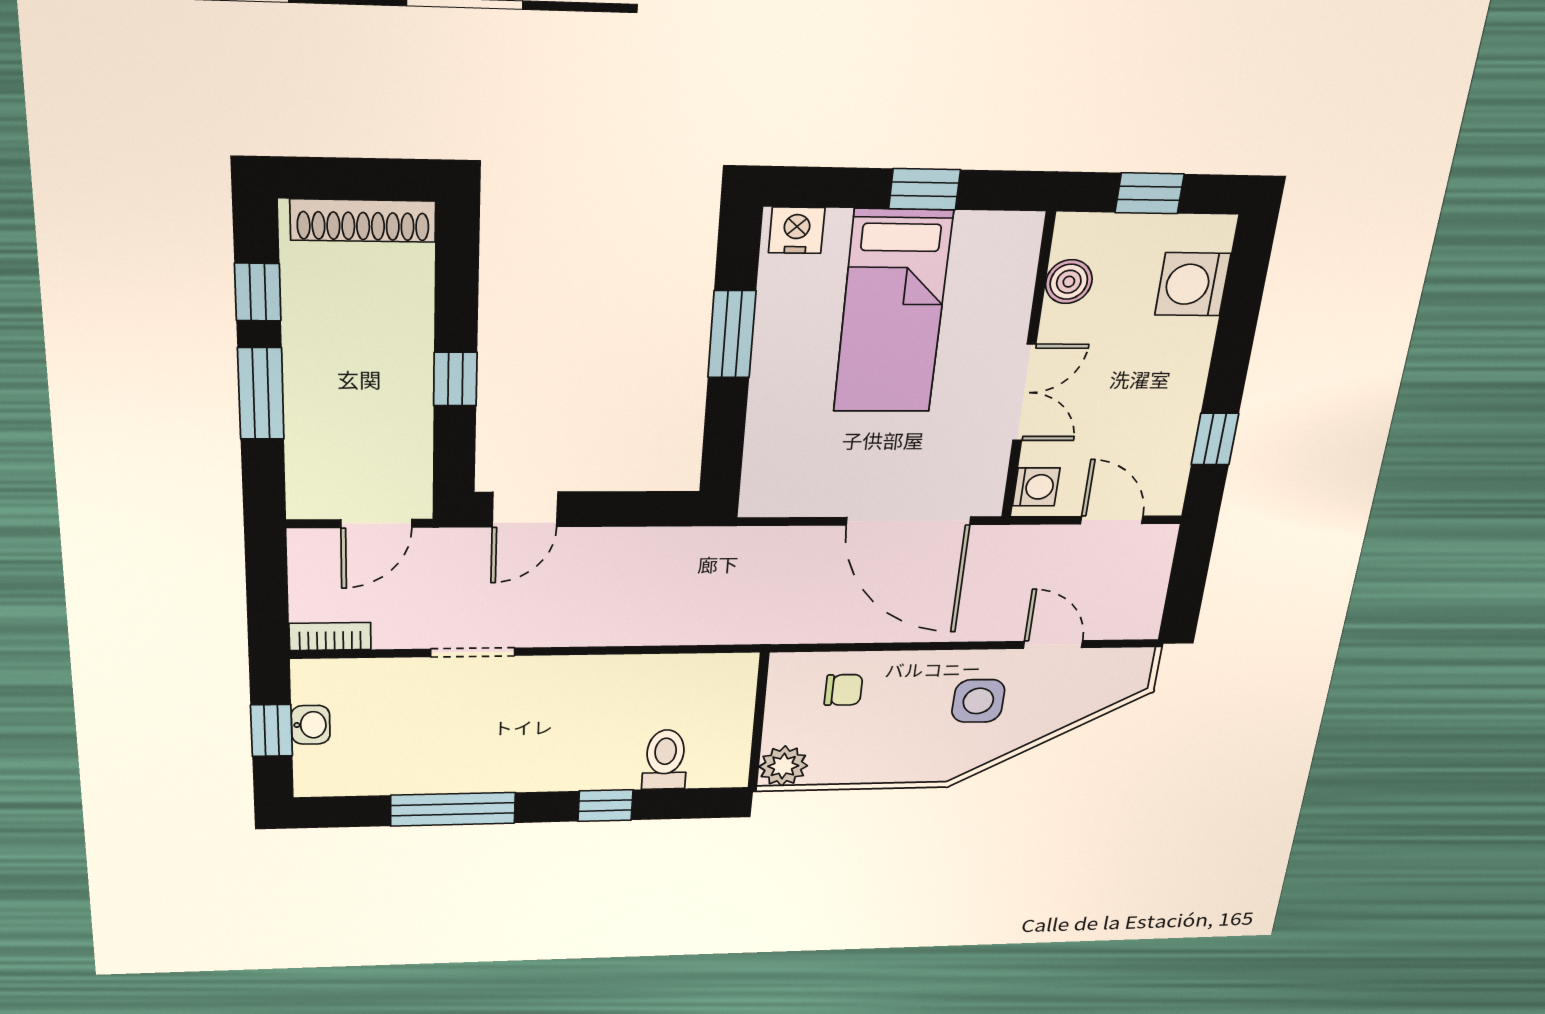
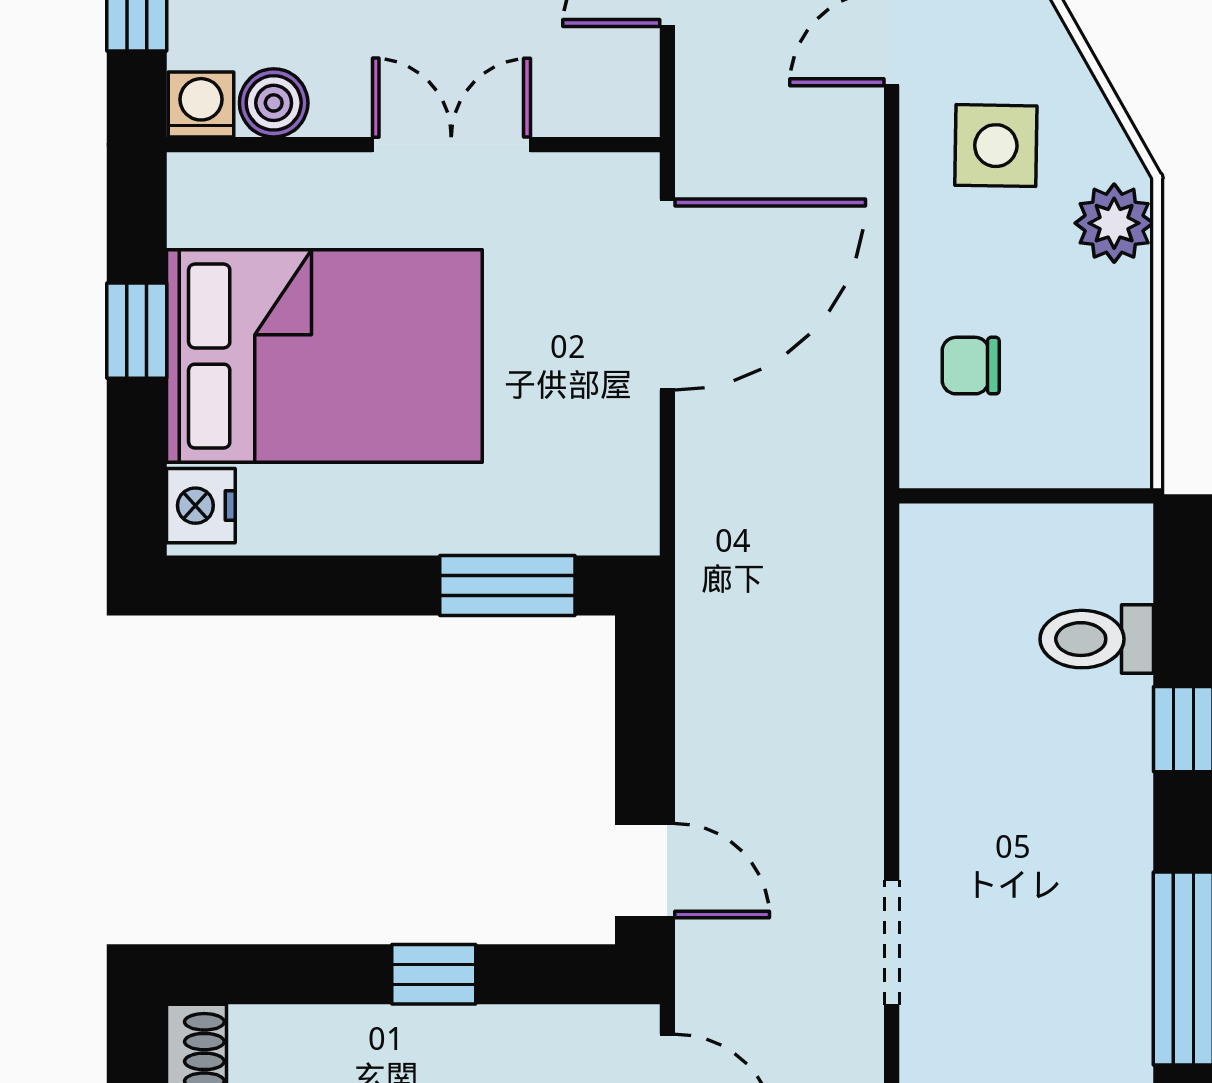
bed: (893, 312) -> (324, 356), width x1.50
window: (732, 334) -> (507, 586), moved
washing machine: (1036, 487) -> (201, 105), moved
chair: (843, 690) -> (971, 366), turned -90
plant: (783, 766) -> (1114, 223), moved

